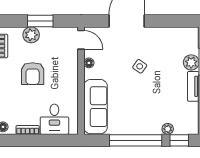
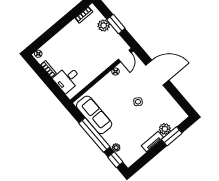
armchair: (33, 74) -> (83, 45), removed
sofa: (96, 107) -> (94, 115), moved, turned -90

